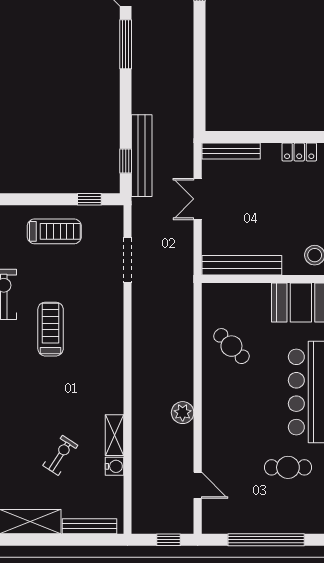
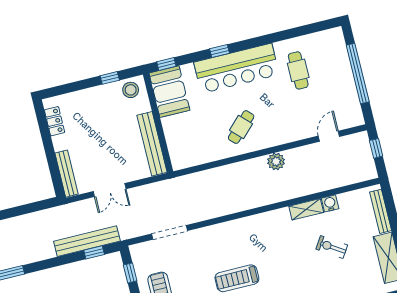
cafe table: (231, 346) -> (241, 127), moved

